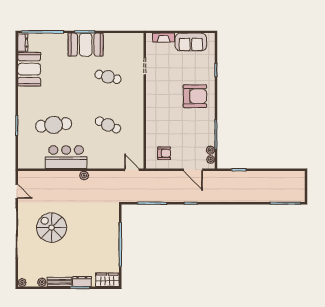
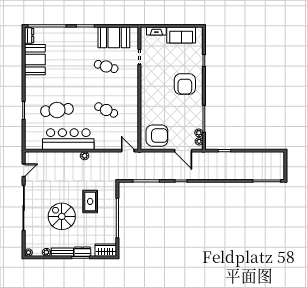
booth: (86, 45) -> (114, 37), moved
armchair: (195, 96) -> (185, 84), turned 90
armchair: (164, 153) -> (157, 136), width x1.88, depth x1.88
bar counter: (66, 157) -> (68, 139), width x1.36
door: (17, 191) -> (24, 170), hinge flipped
rug: (90, 226) -> (90, 201), added
spiral stairs: (52, 228) -> (62, 216), moved

